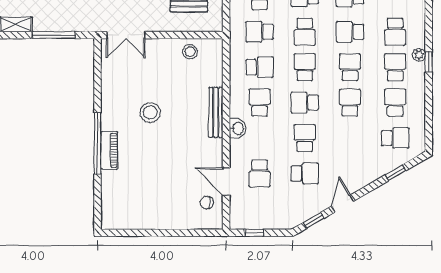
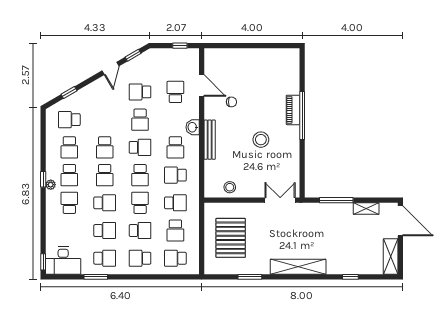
chair: (206, 203) -> (231, 102), moved

